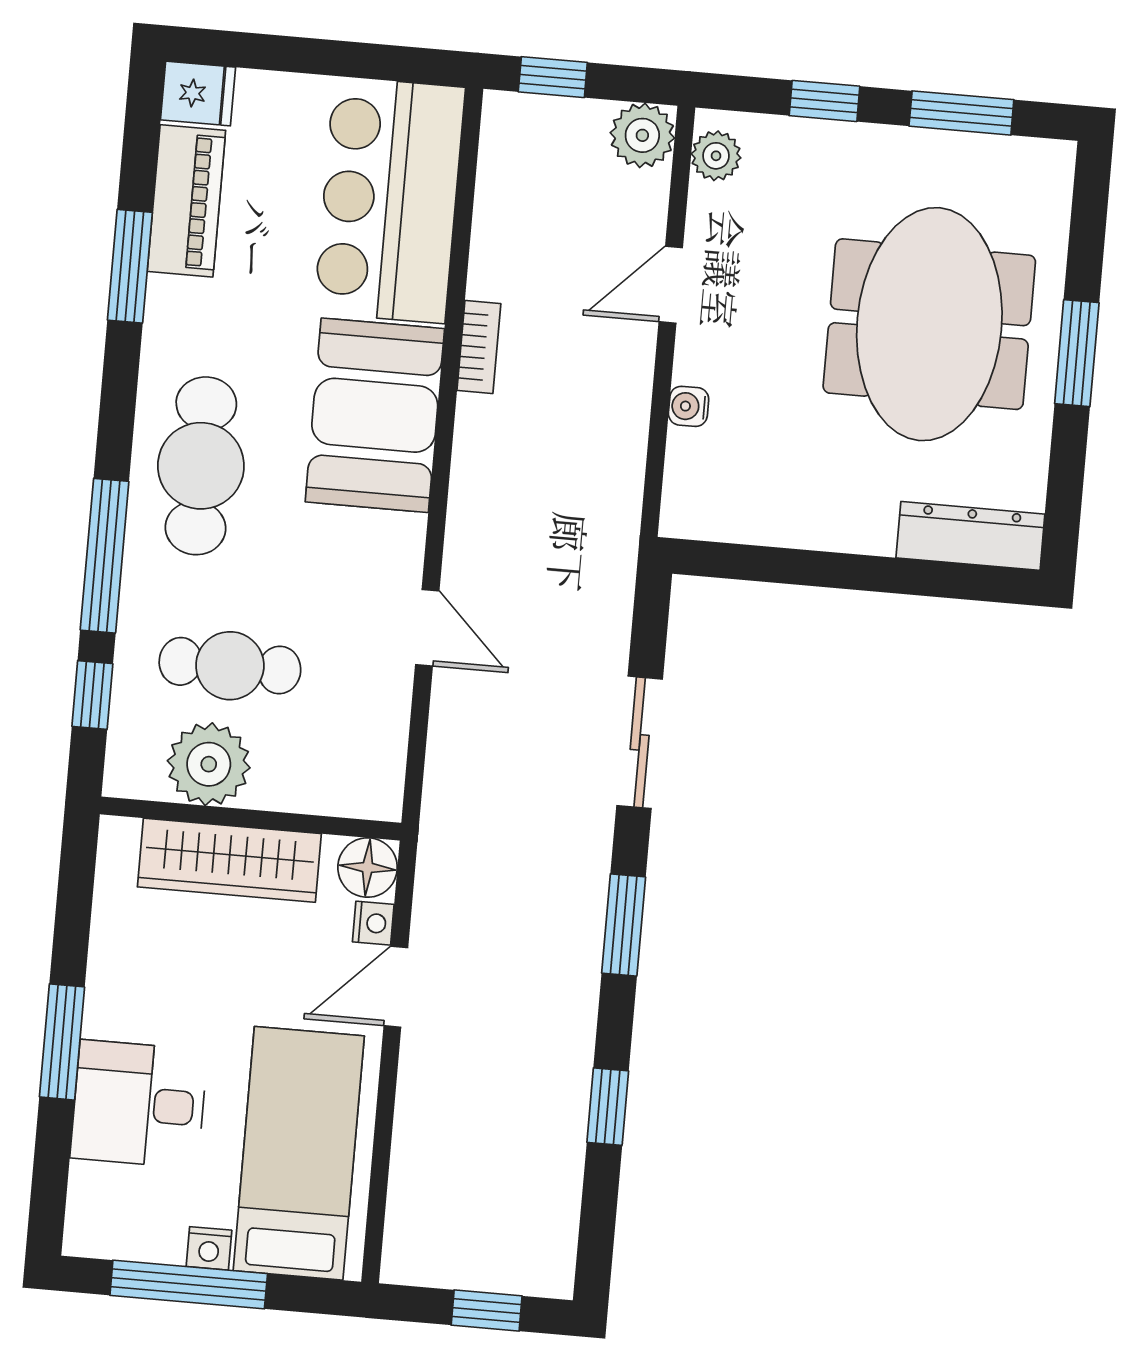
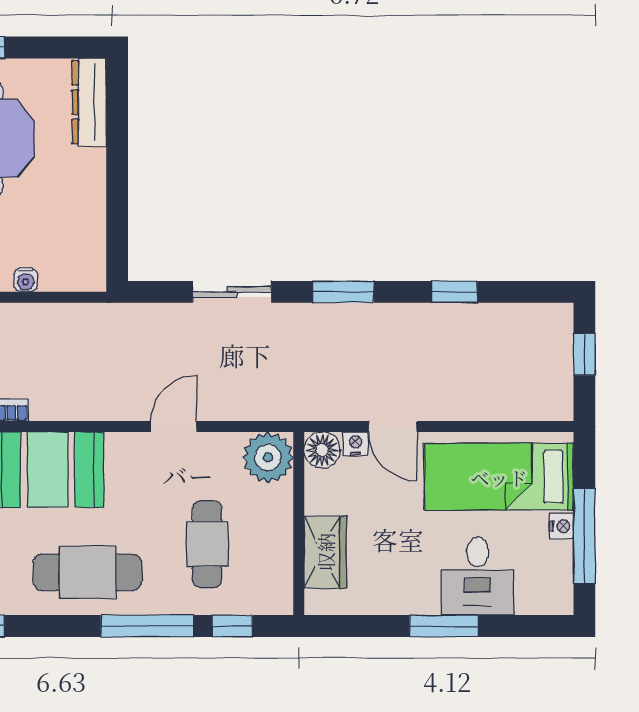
plant: (209, 764) -> (268, 457), moved
wardrobe: (229, 860) -> (325, 552), width x0.67

